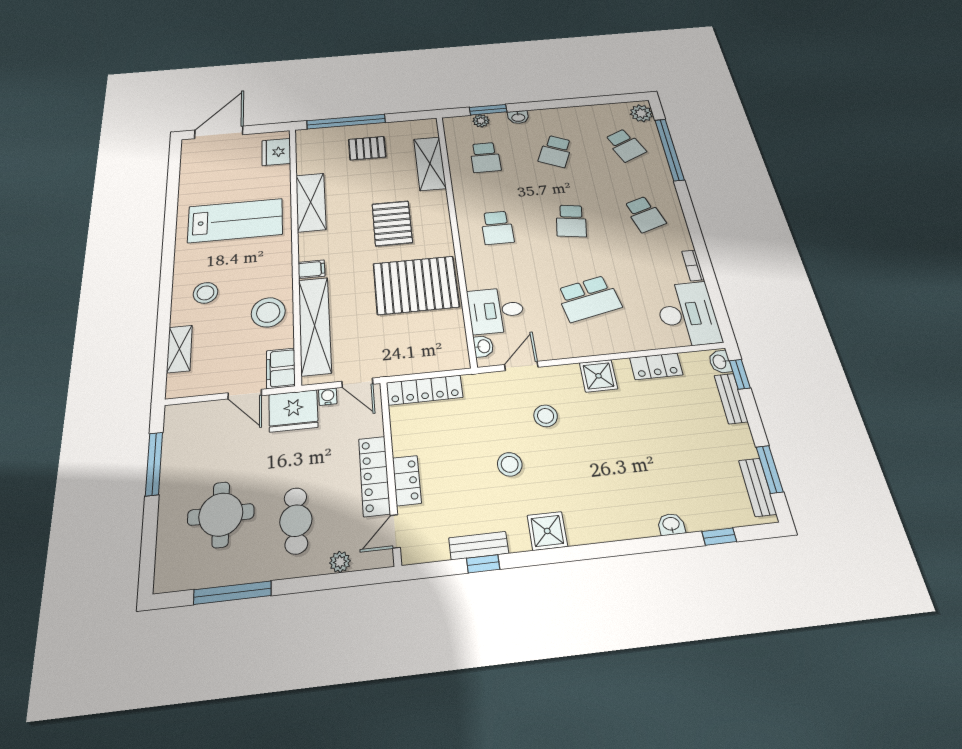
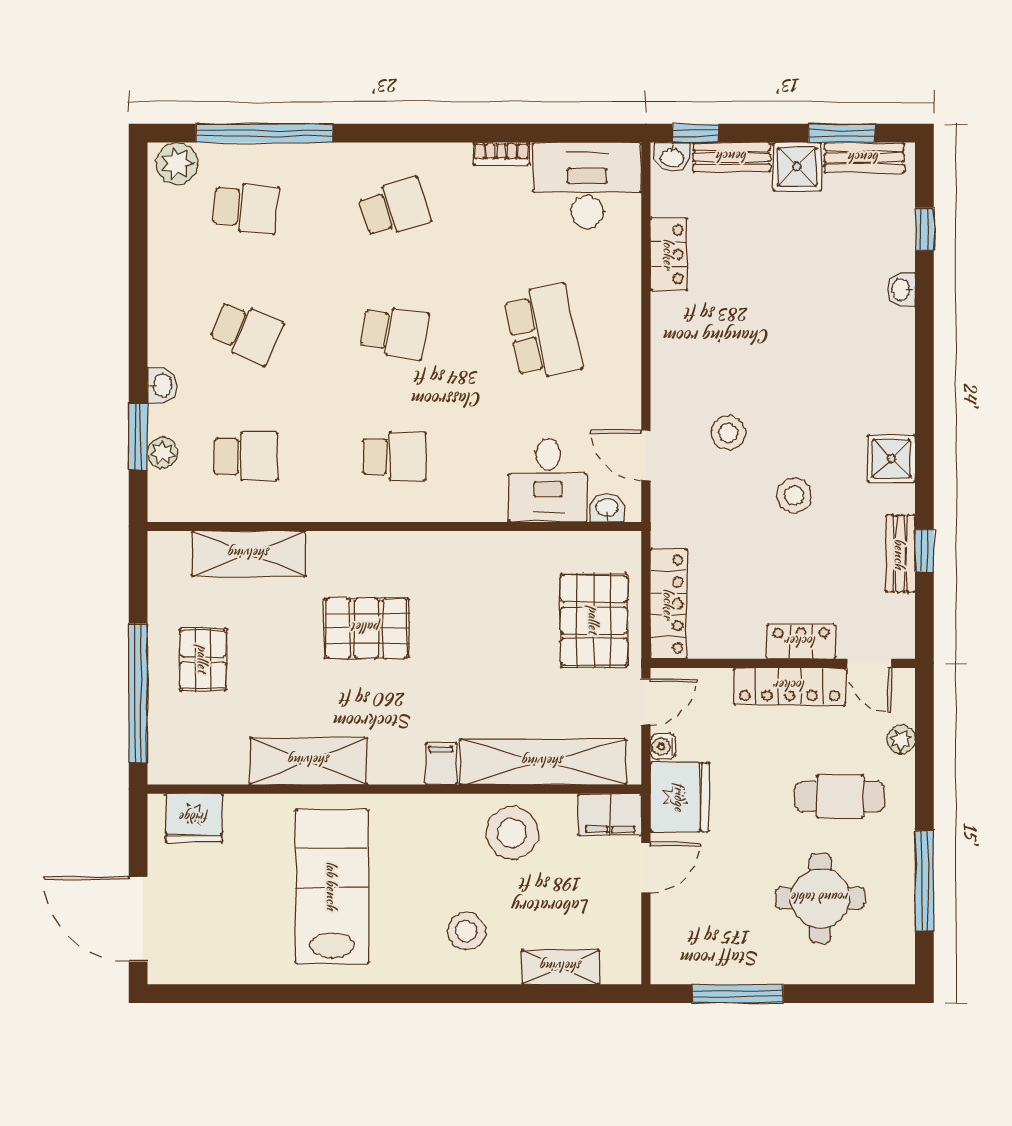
school desk: (625, 145) -> (246, 208), turned 30
pallet: (416, 285) -> (594, 620), moved, width x0.73, depth x0.71
shower: (598, 376) -> (797, 167), moved

